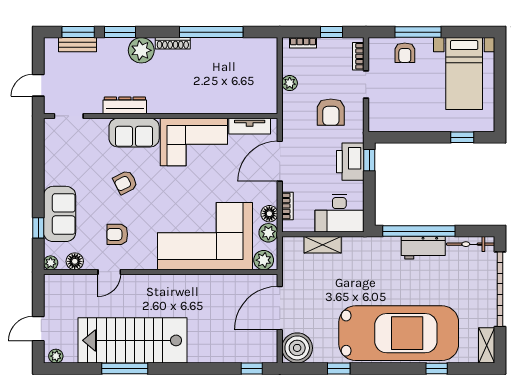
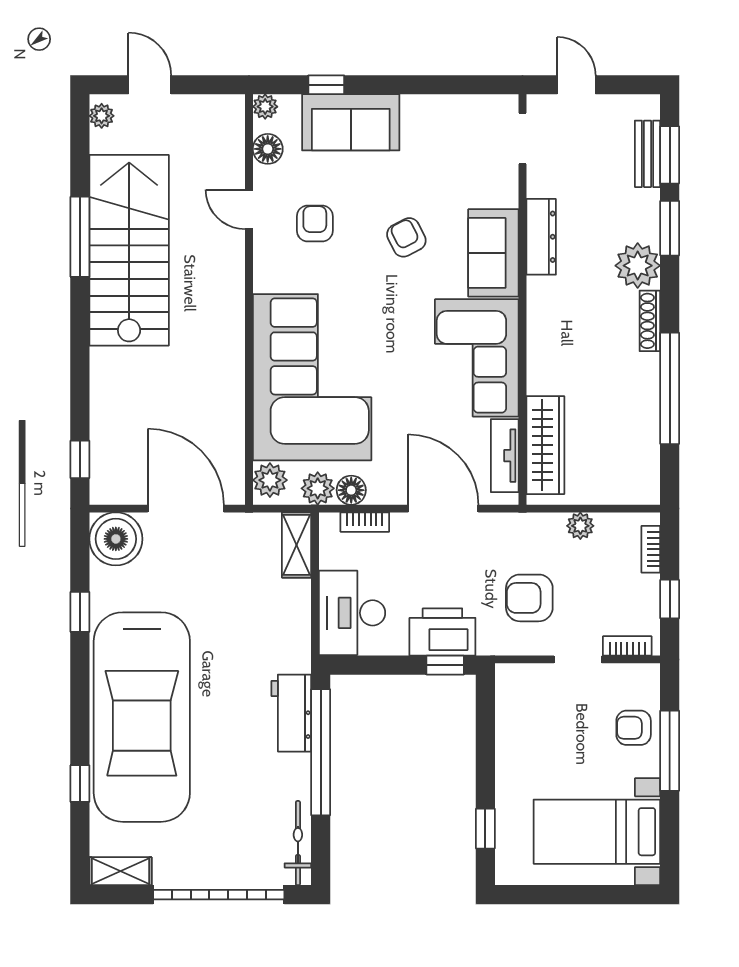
wardrobe: (244, 103) -> (545, 445), added
shelving: (323, 245) -> (297, 545), moved
workbench: (423, 248) -> (291, 713), moved

